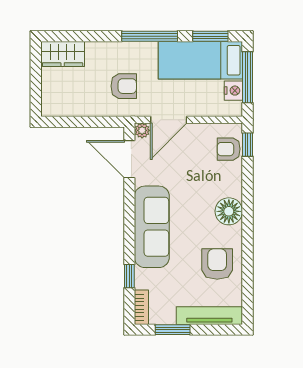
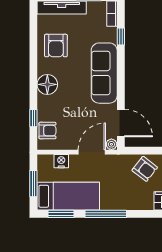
window: (248, 77) -> (33, 184), width x0.69
armchair: (124, 86) -> (145, 169), moved, turned -142
nightstand: (233, 91) -> (61, 161), moved, turned 90
window: (248, 145) -> (33, 118), moved

